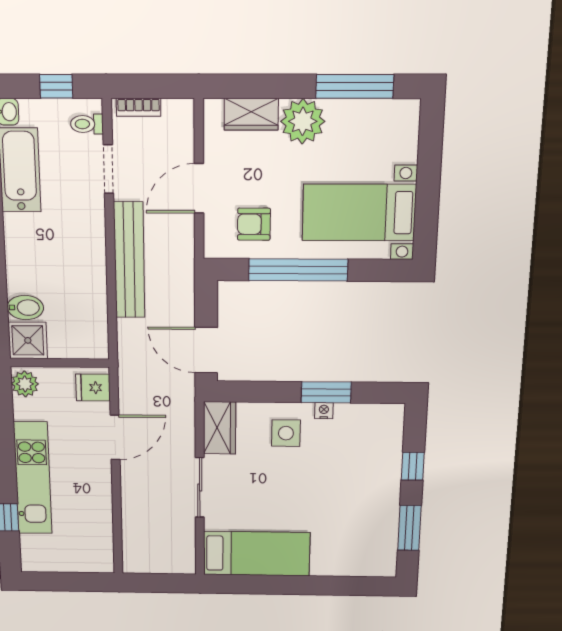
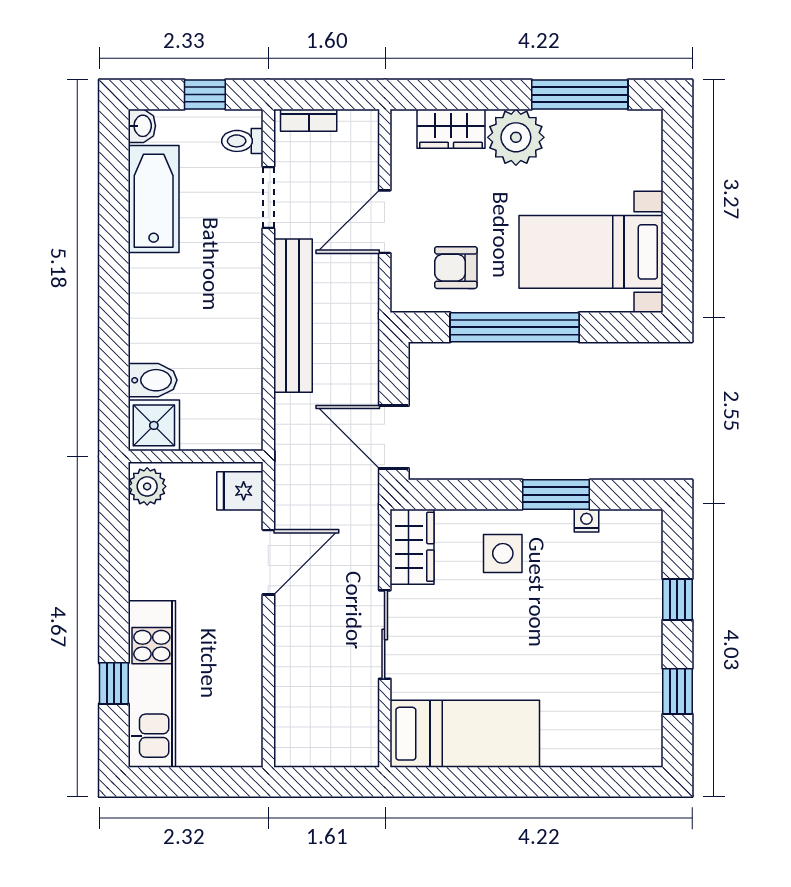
nightstand: (324, 411) -> (586, 521), moved
kitchen unit: (33, 478) -> (152, 684), moved
window: (409, 528) -> (677, 691), width x0.67

